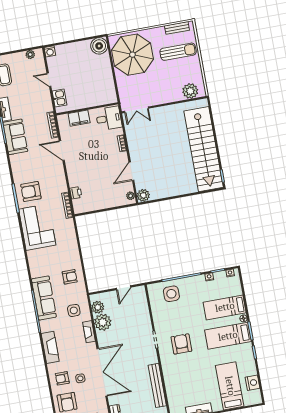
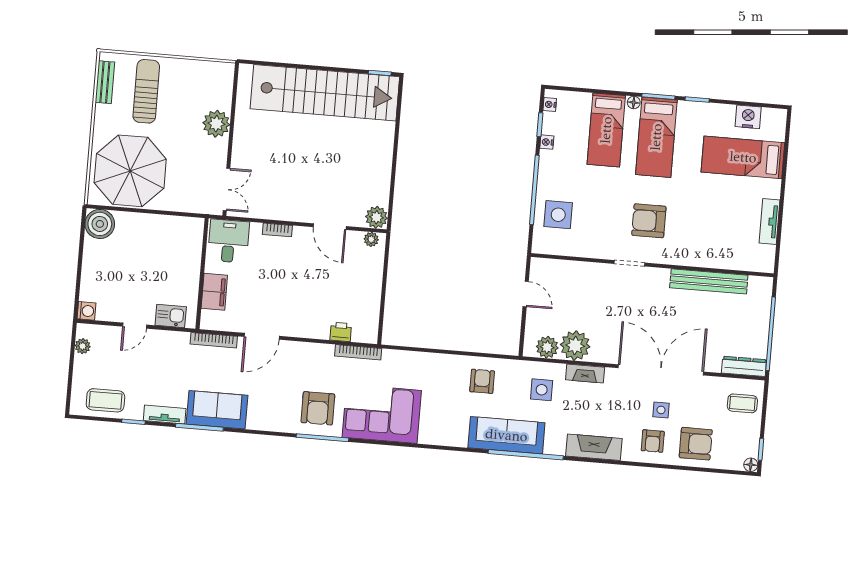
plant: (190, 91) -> (216, 124), moved

